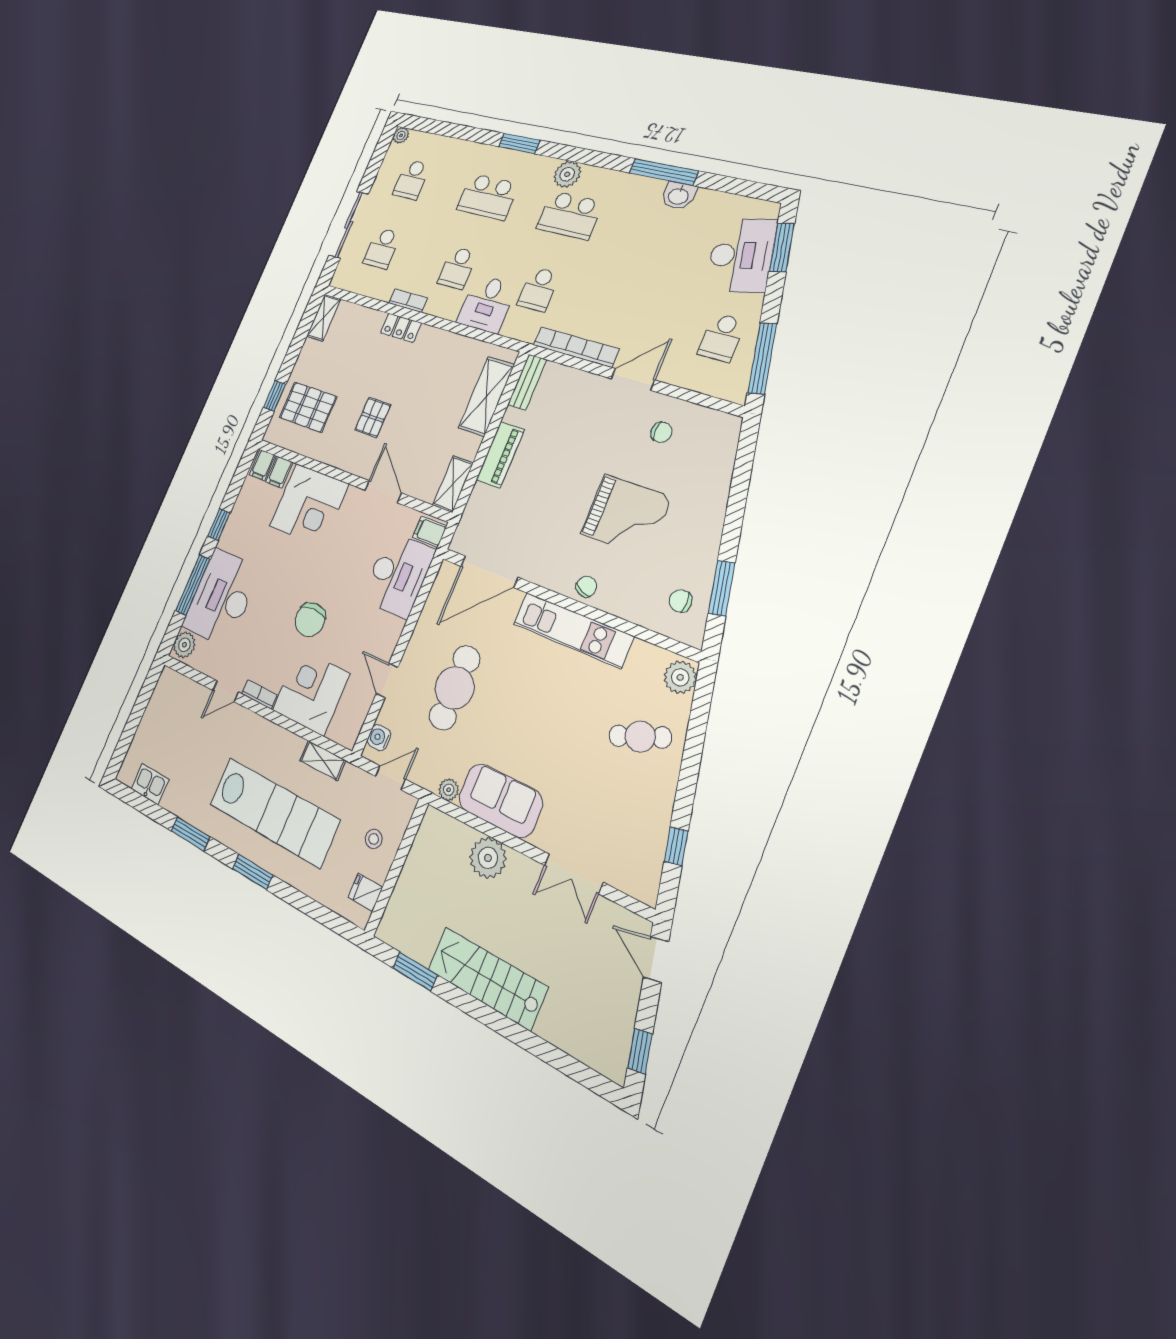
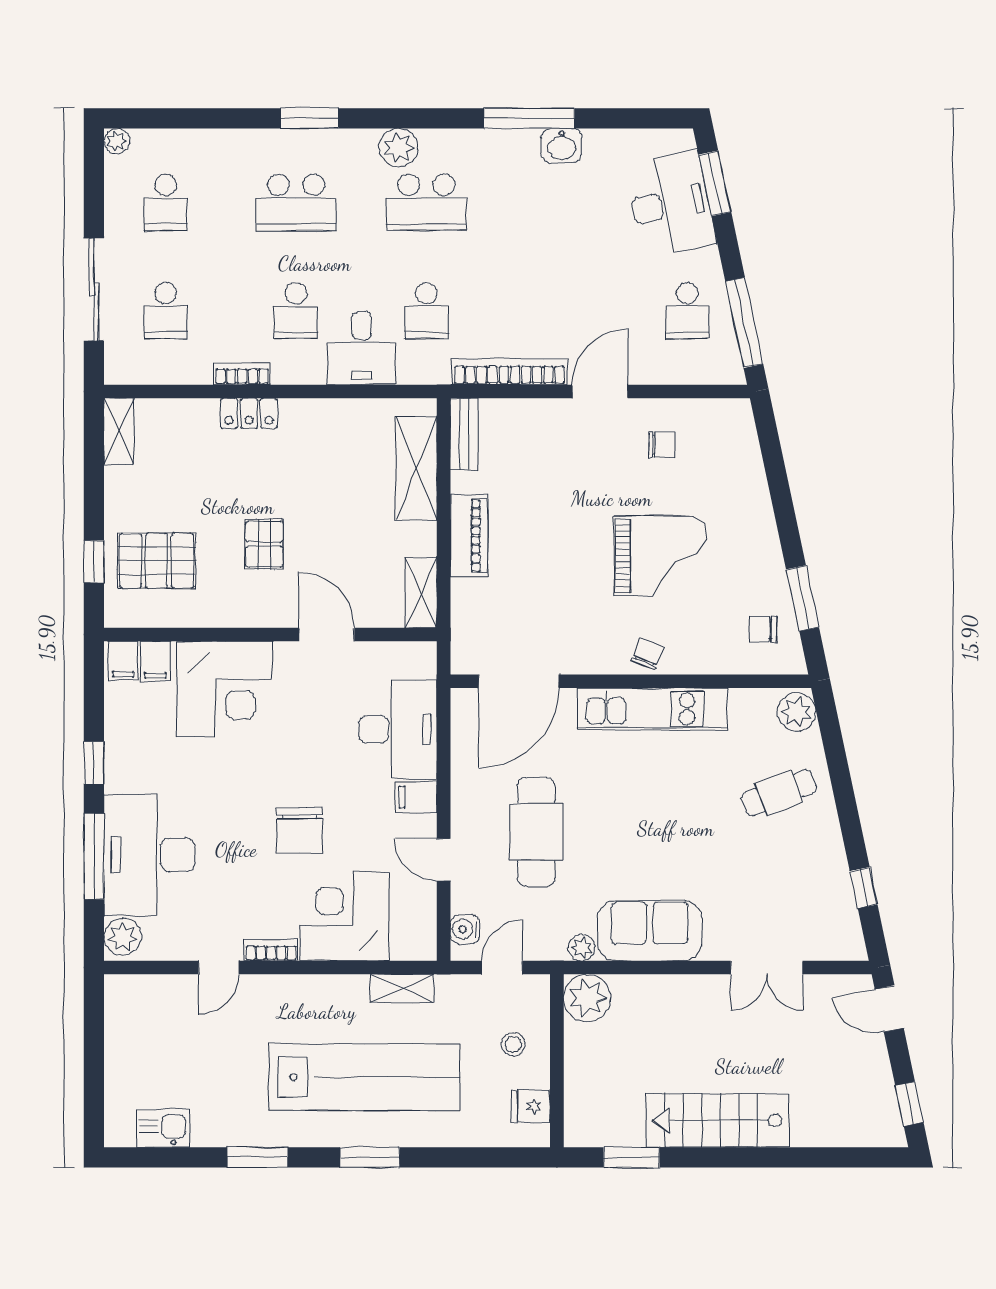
filing cabinet: (430, 532) -> (416, 797), moved
plant: (488, 858) -> (587, 998), moved

